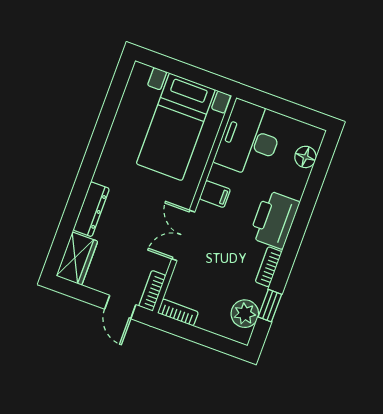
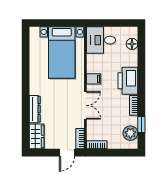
desk: (250, 139) -> (101, 40), width x0.73
double door: (183, 235) -> (85, 105), swing flipped
door: (120, 307) -> (67, 153), hinge flipped

